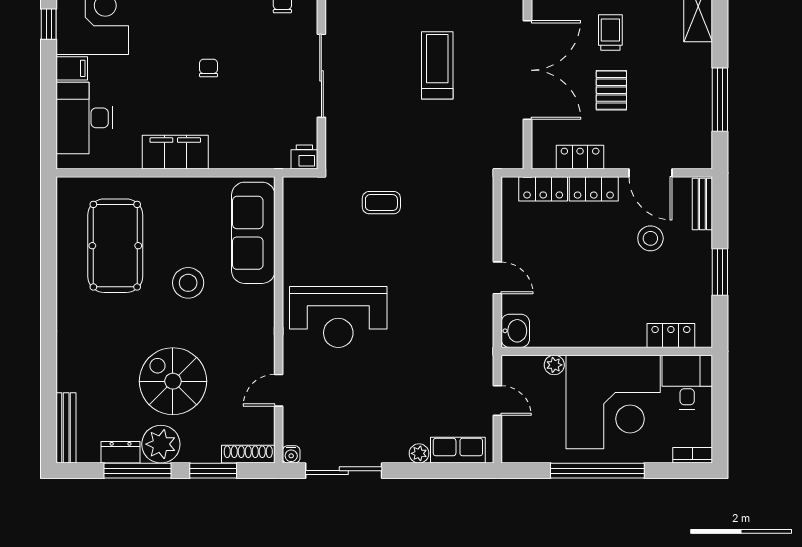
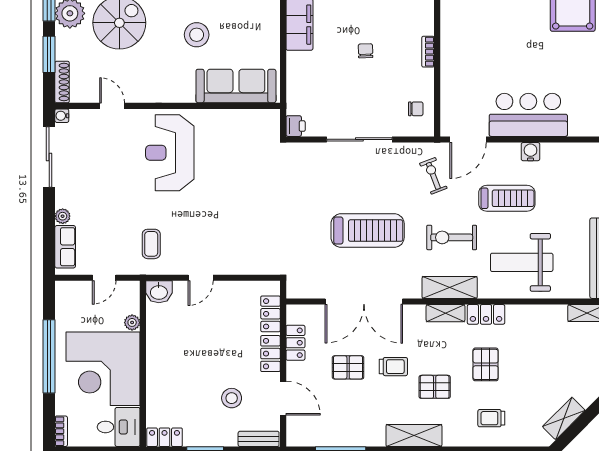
treadmill: (437, 65) -> (368, 231), width x1.37, depth x1.38
chair: (209, 68) -> (366, 51), turned -92
door: (650, 173) -> (283, 398), swing flipped
coffee table: (381, 203) -> (151, 244), moved
locker: (671, 335) -> (164, 437), moved, turned -90

